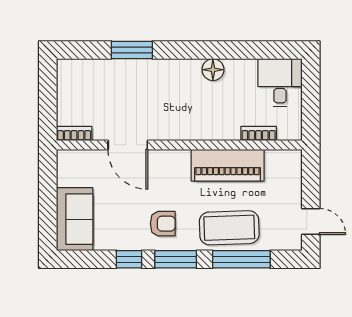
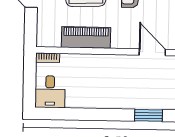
floor lamp: (213, 70) -> (95, 101), removed
bookcase: (259, 134) -> (48, 58), moved

